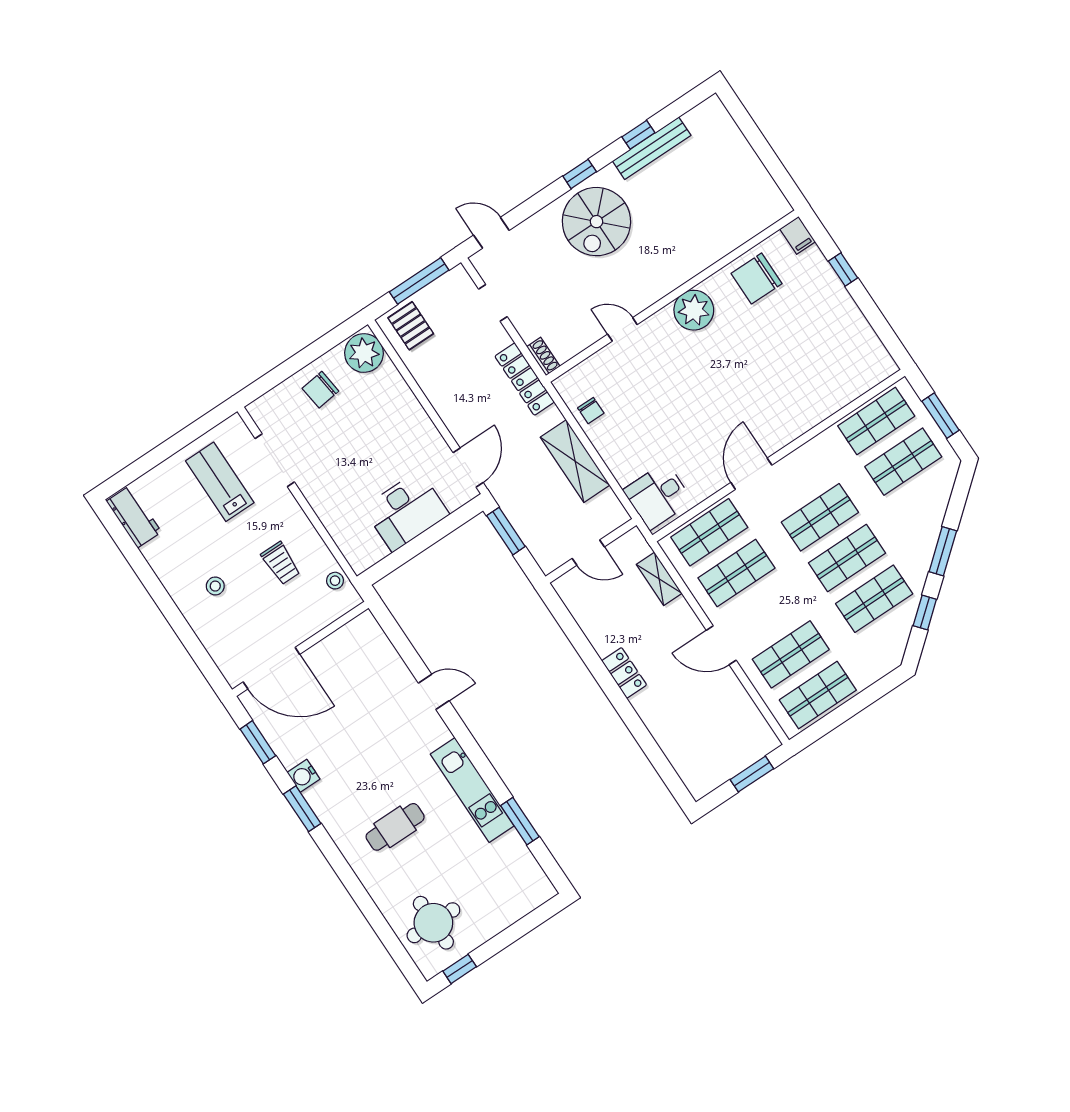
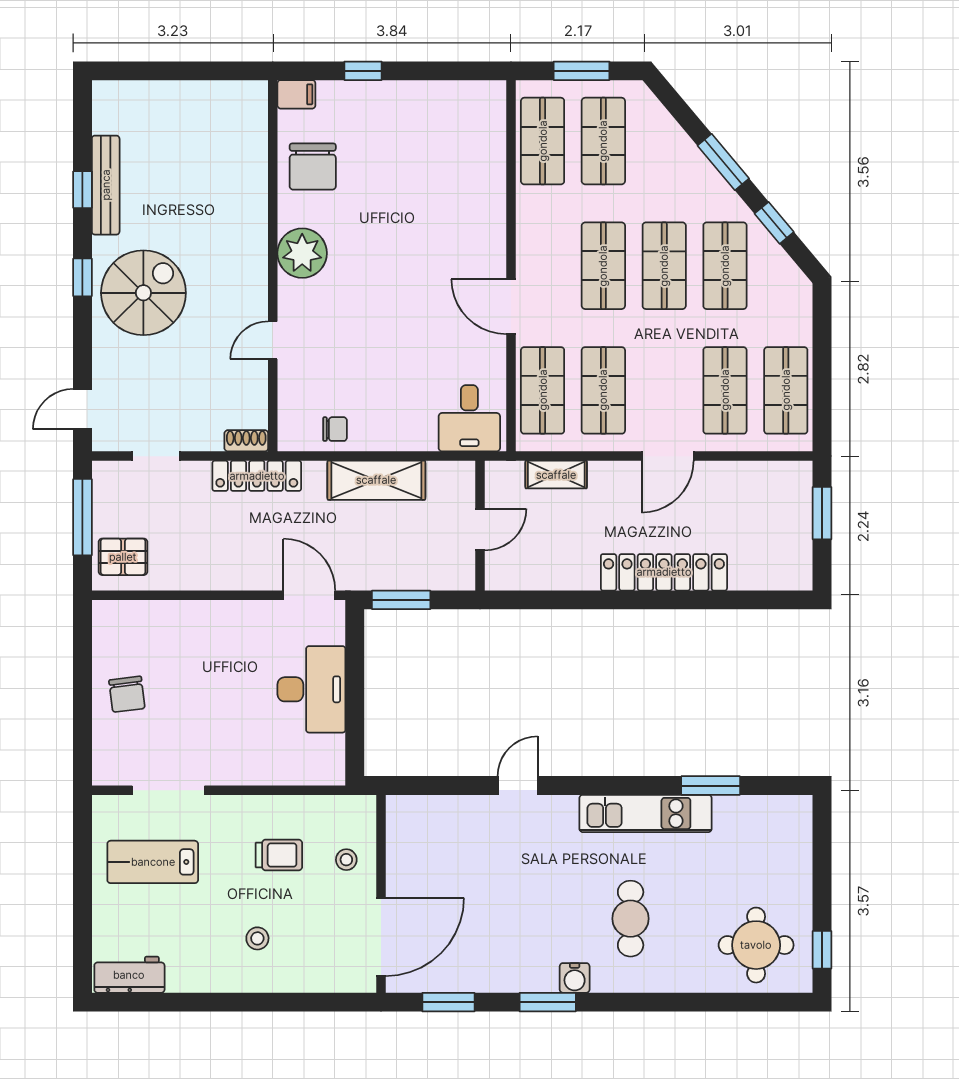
spiral stairs: (596, 222) -> (143, 293), turned -90
plant: (364, 353) -> (119, 624), removed
stool: (335, 581) -> (346, 860), moved
locker: (624, 673) -> (664, 572), width x2.16, depth x1.21
water cooler: (304, 776) -> (575, 978), moved

